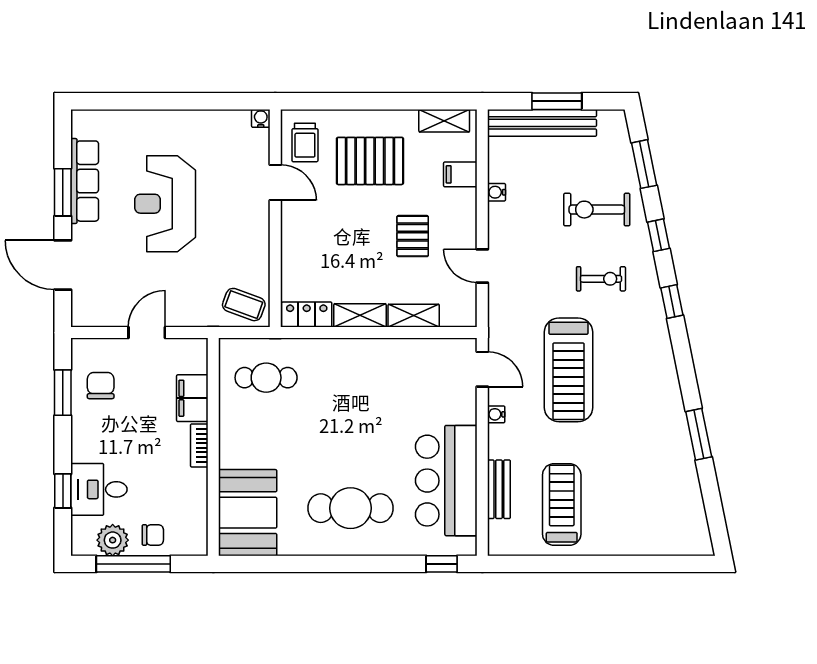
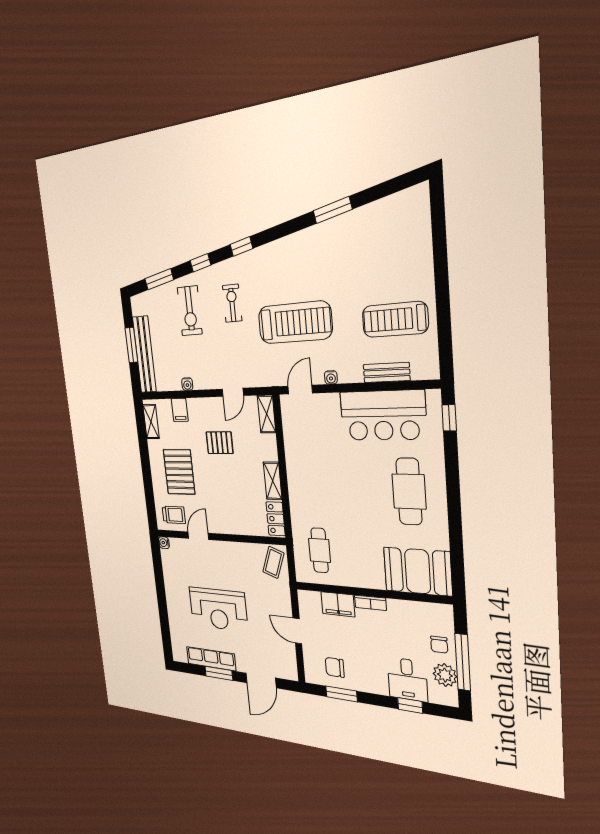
shelving: (414, 316) -> (267, 414), moved
chair: (153, 535) -> (439, 645), turned 180

